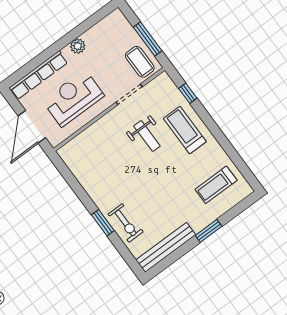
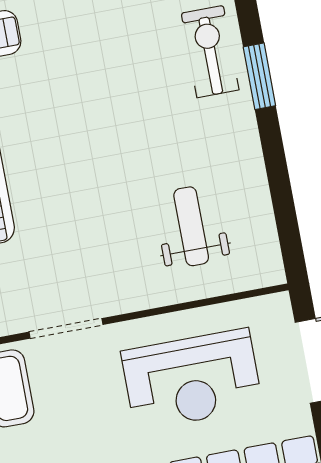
weight bench: (147, 136) -> (191, 226), moved

